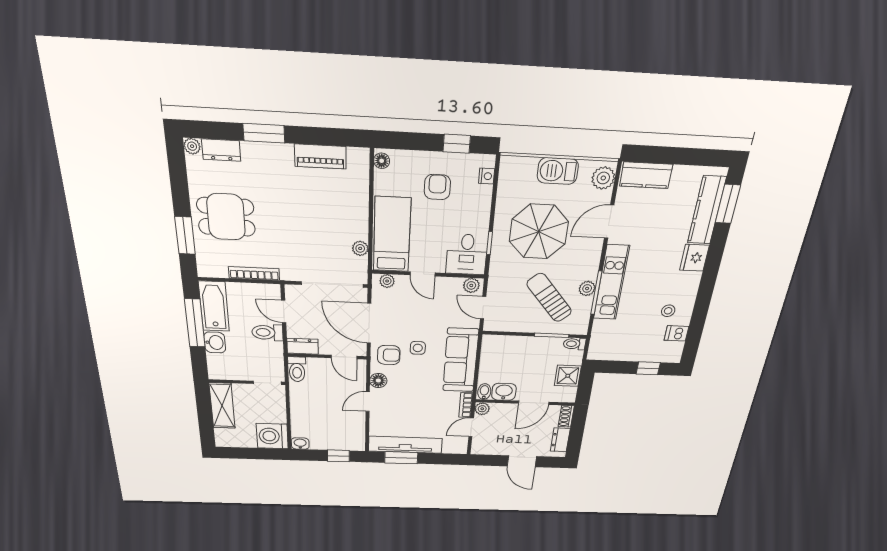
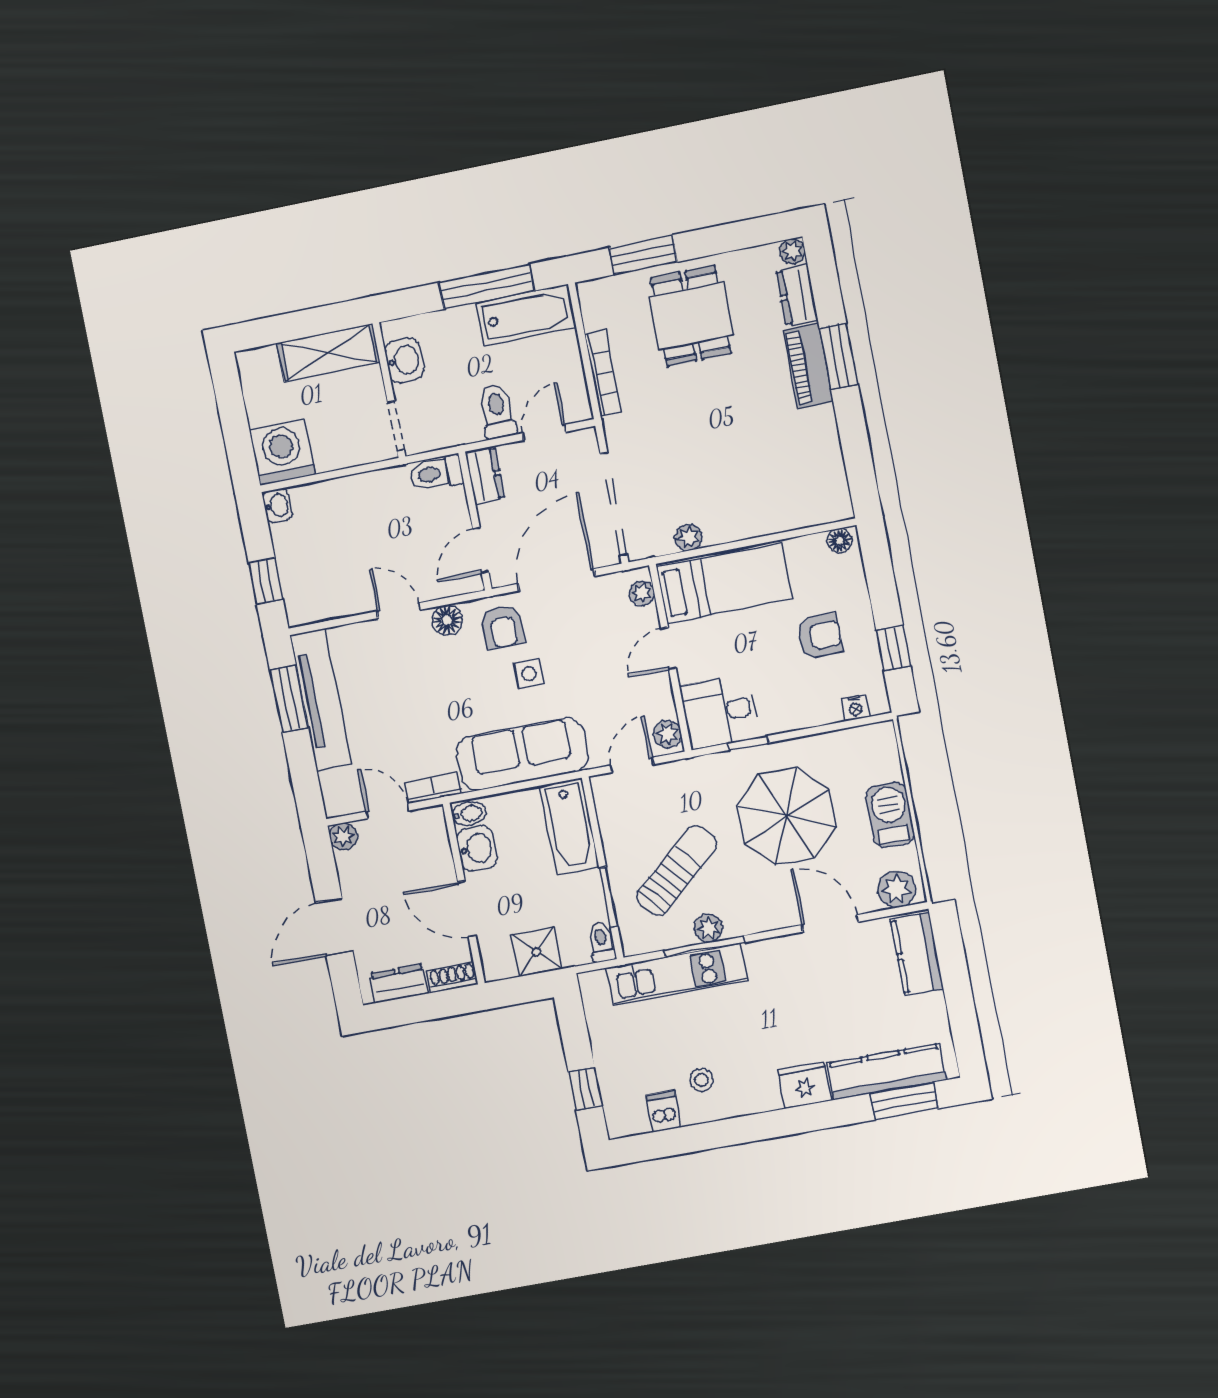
piano: (320, 156) -> (809, 366), moved
kitchen unit: (611, 283) -> (677, 974), moved
washbasin: (215, 342) -> (404, 360), moved, turned -90
bathtub: (507, 346) -> (569, 827), added
plant: (482, 409) -> (343, 837), moved

